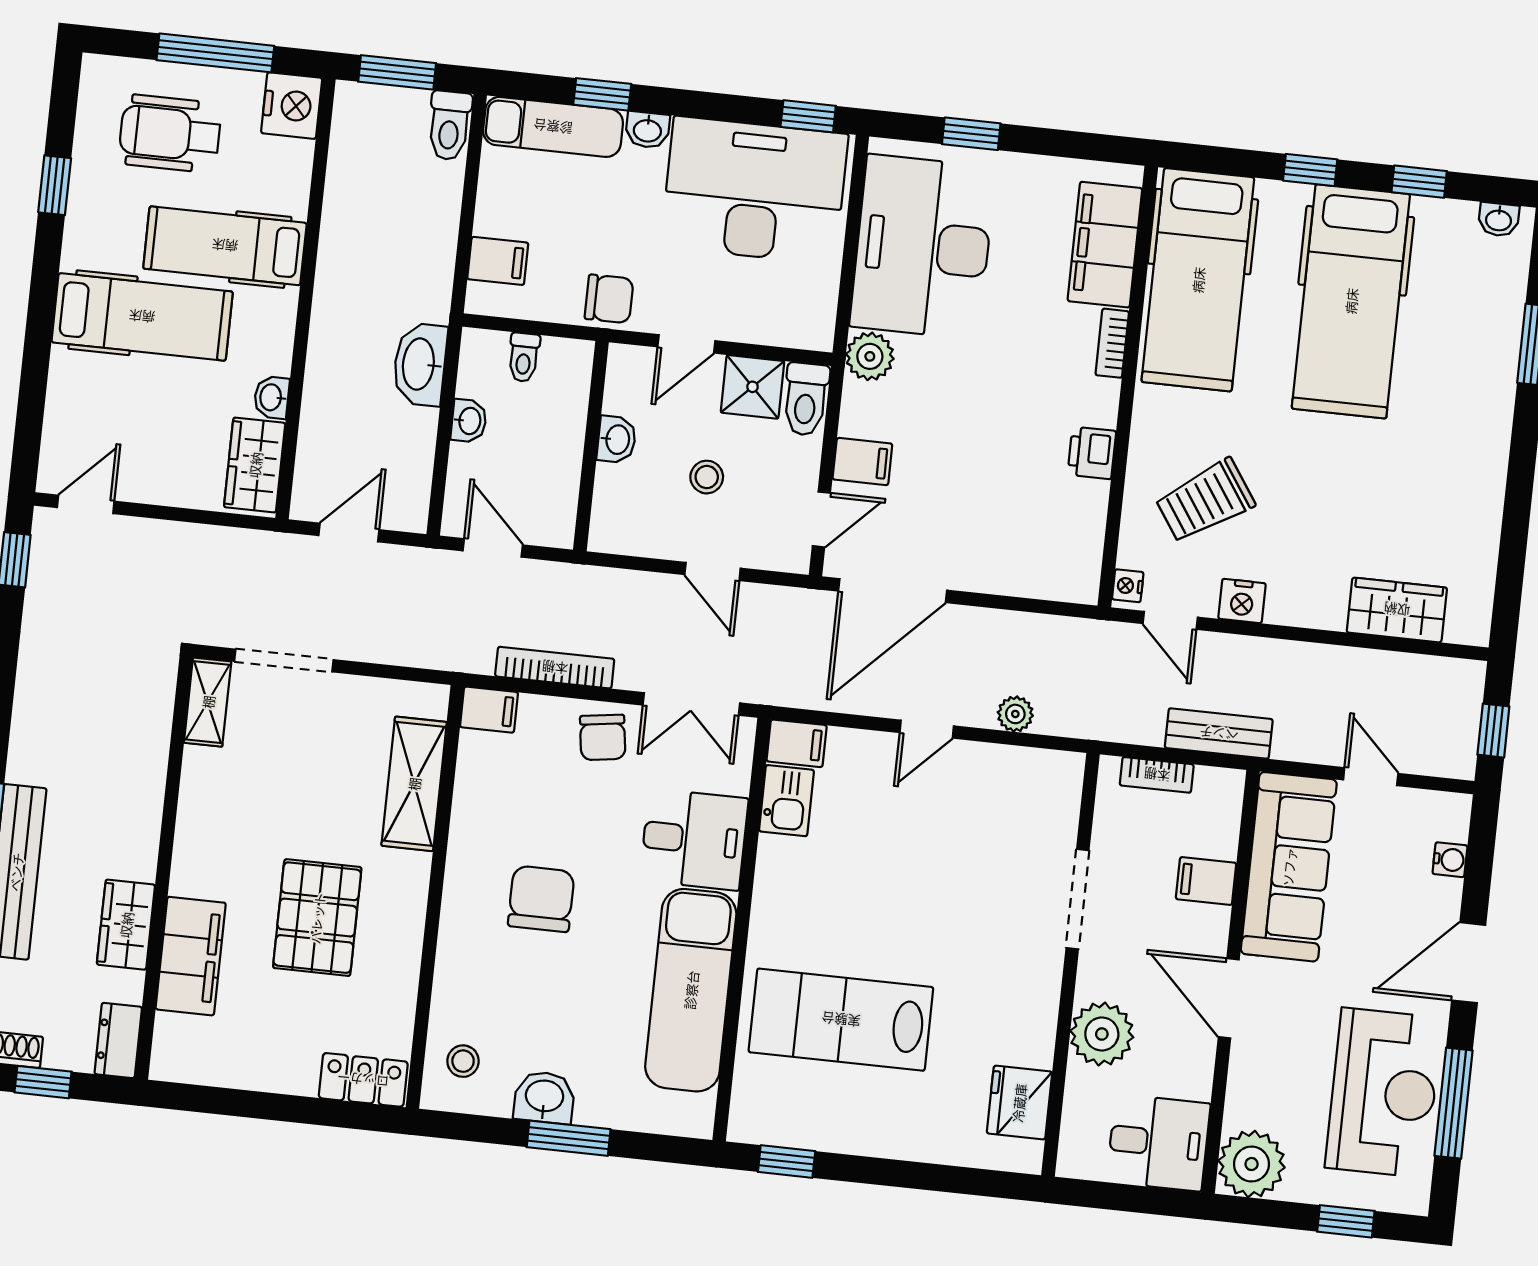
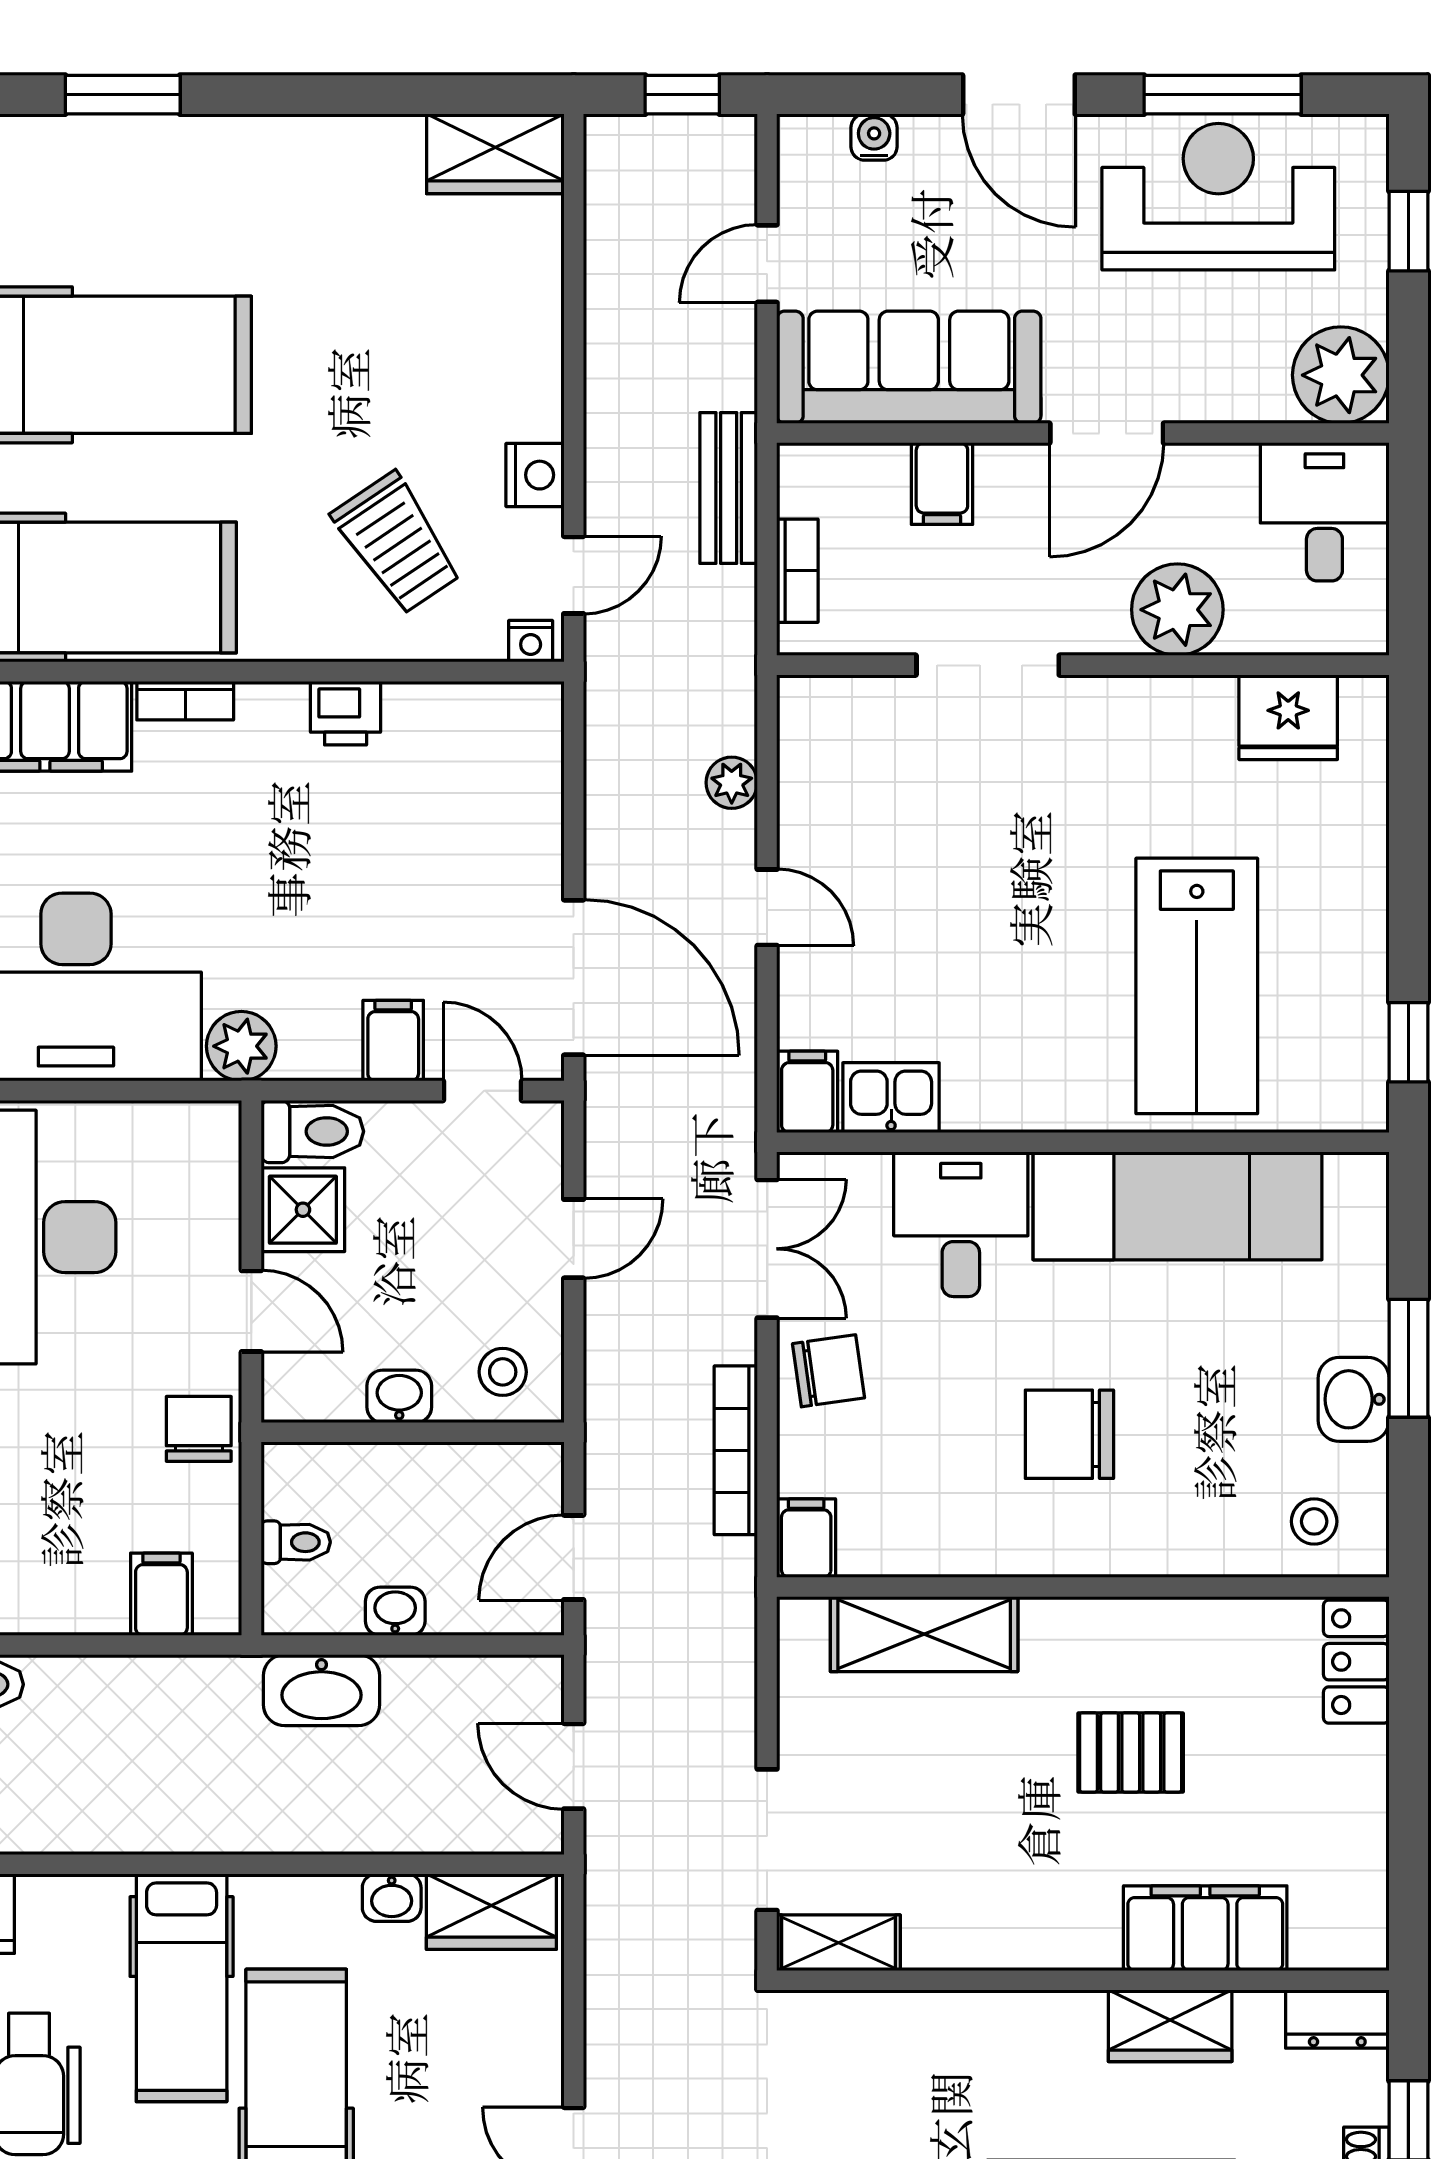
stool: (707, 477) -> (503, 1372), moved
wardrobe: (1397, 610) -> (495, 154), moved, turned -90
pallet: (317, 918) -> (1131, 1752), width x0.67, depth x0.71

